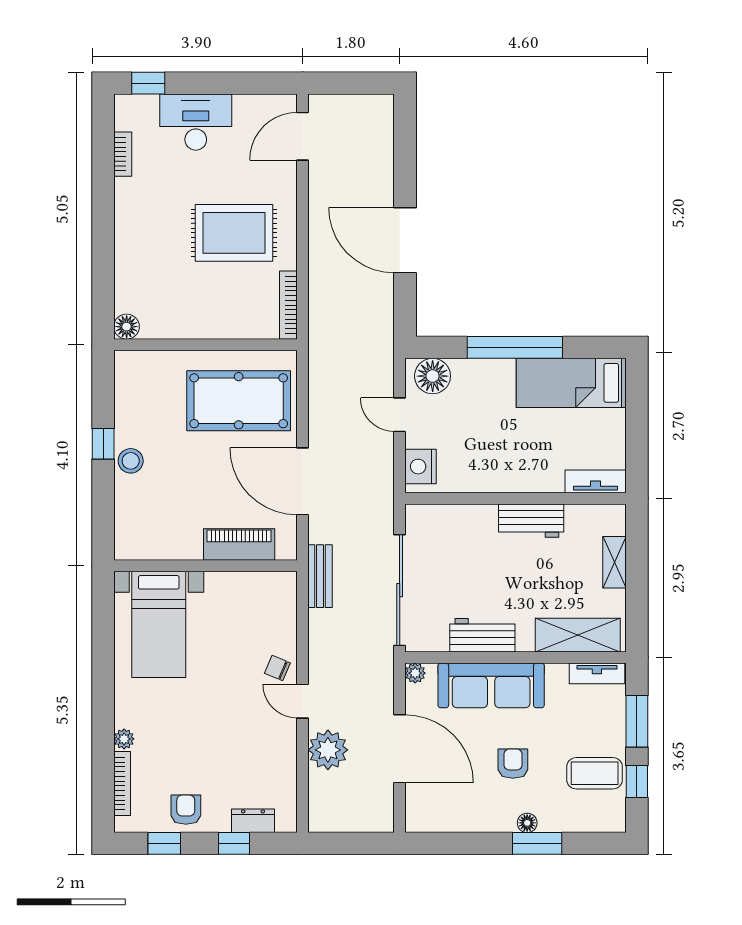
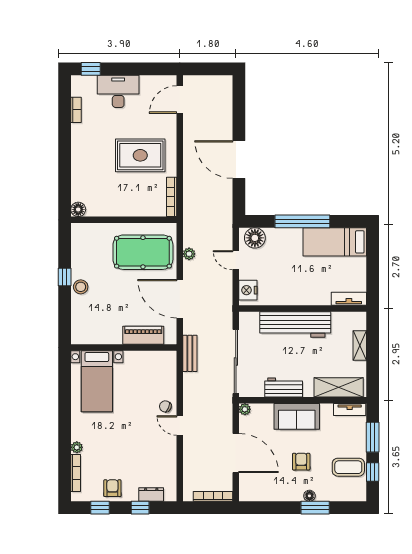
workbench: (531, 521) -> (295, 324), width x1.88, depth x1.32
sofa: (491, 685) -> (297, 416), width x0.73
plant: (328, 750) -> (189, 254), moved, width x0.53, depth x0.53
bookcase: (360, 824) -> (213, 496), added

